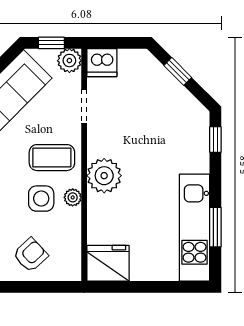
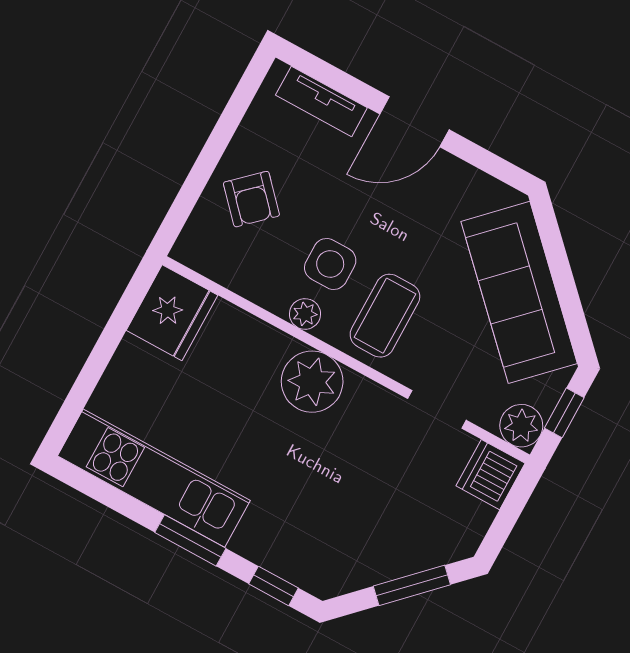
window: (178, 71) -> (412, 585), width x1.50
window: (215, 227) -> (190, 540), moved

